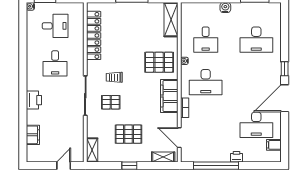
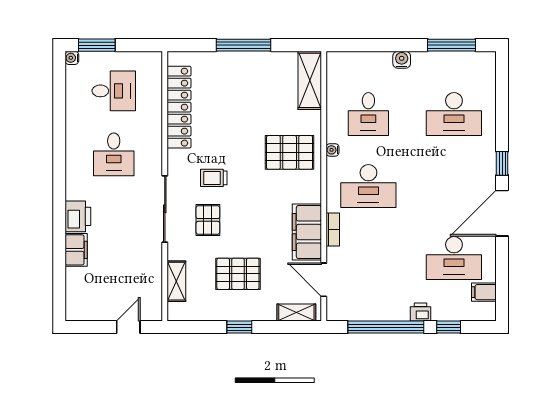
filing cabinet: (169, 96) -> (307, 232), moved
pallet: (111, 102) -> (208, 220), turned 90
filing cabinet: (33, 135) -> (76, 250), moved
shelving: (92, 150) -> (176, 281), moved
window: (253, 166) -> (449, 327), added

